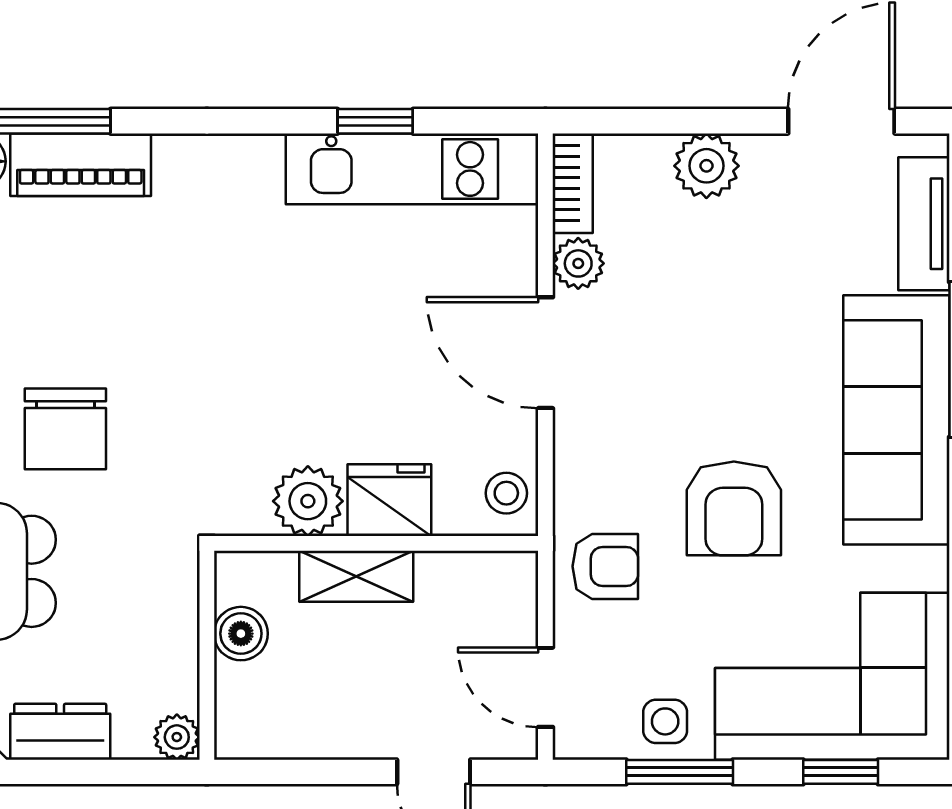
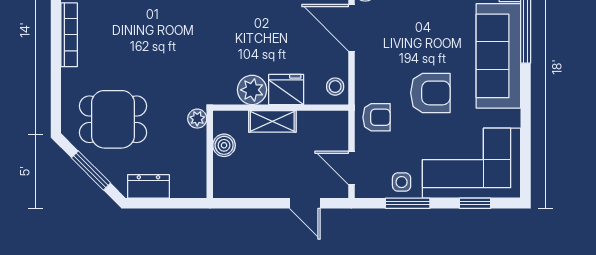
chair: (65, 429) -> (151, 60), removed
armchair: (734, 508) -> (430, 93), turned -90
plant: (177, 737) -> (197, 119), moved

